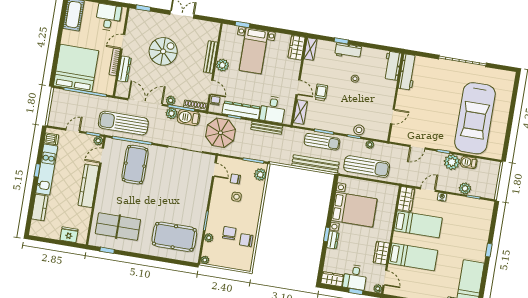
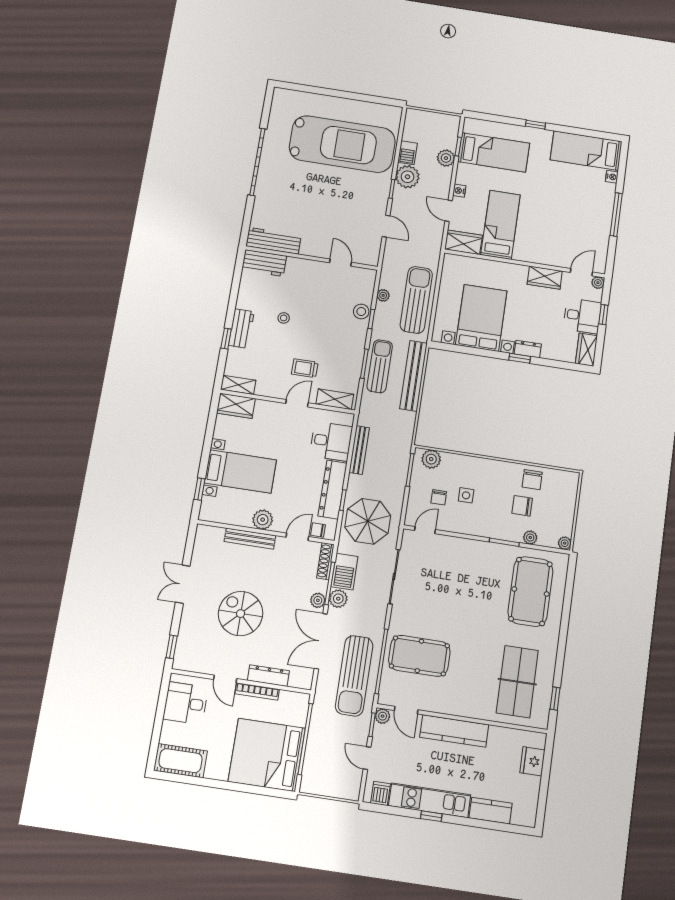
bed: (413, 257) -> (494, 152), moved, turned 90

